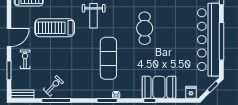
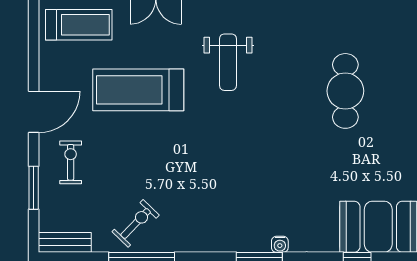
exercise mat: (108, 58) -> (262, 160), removed

